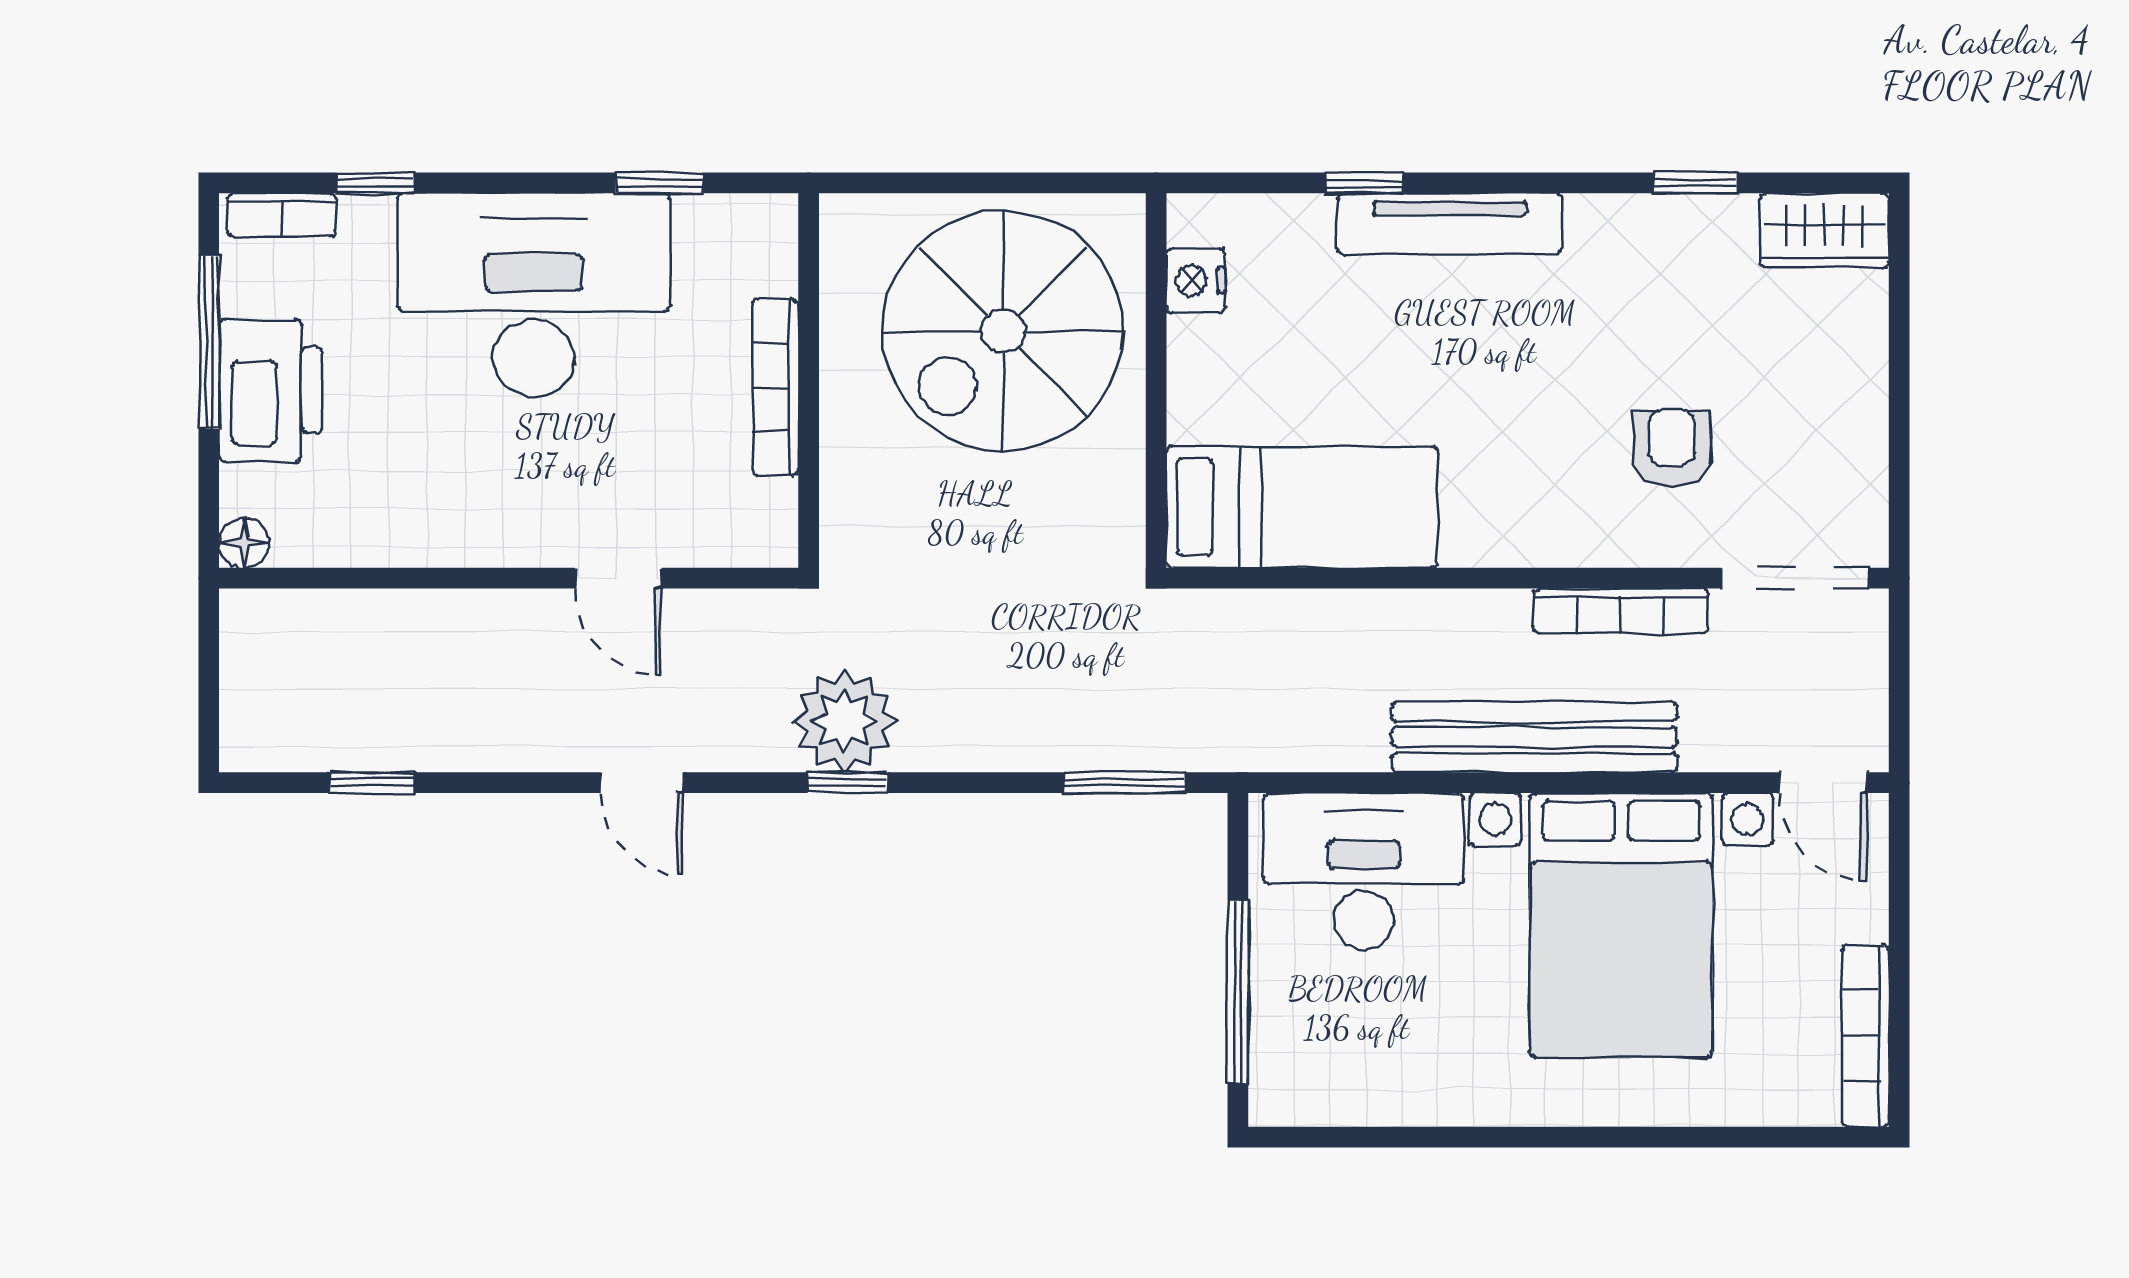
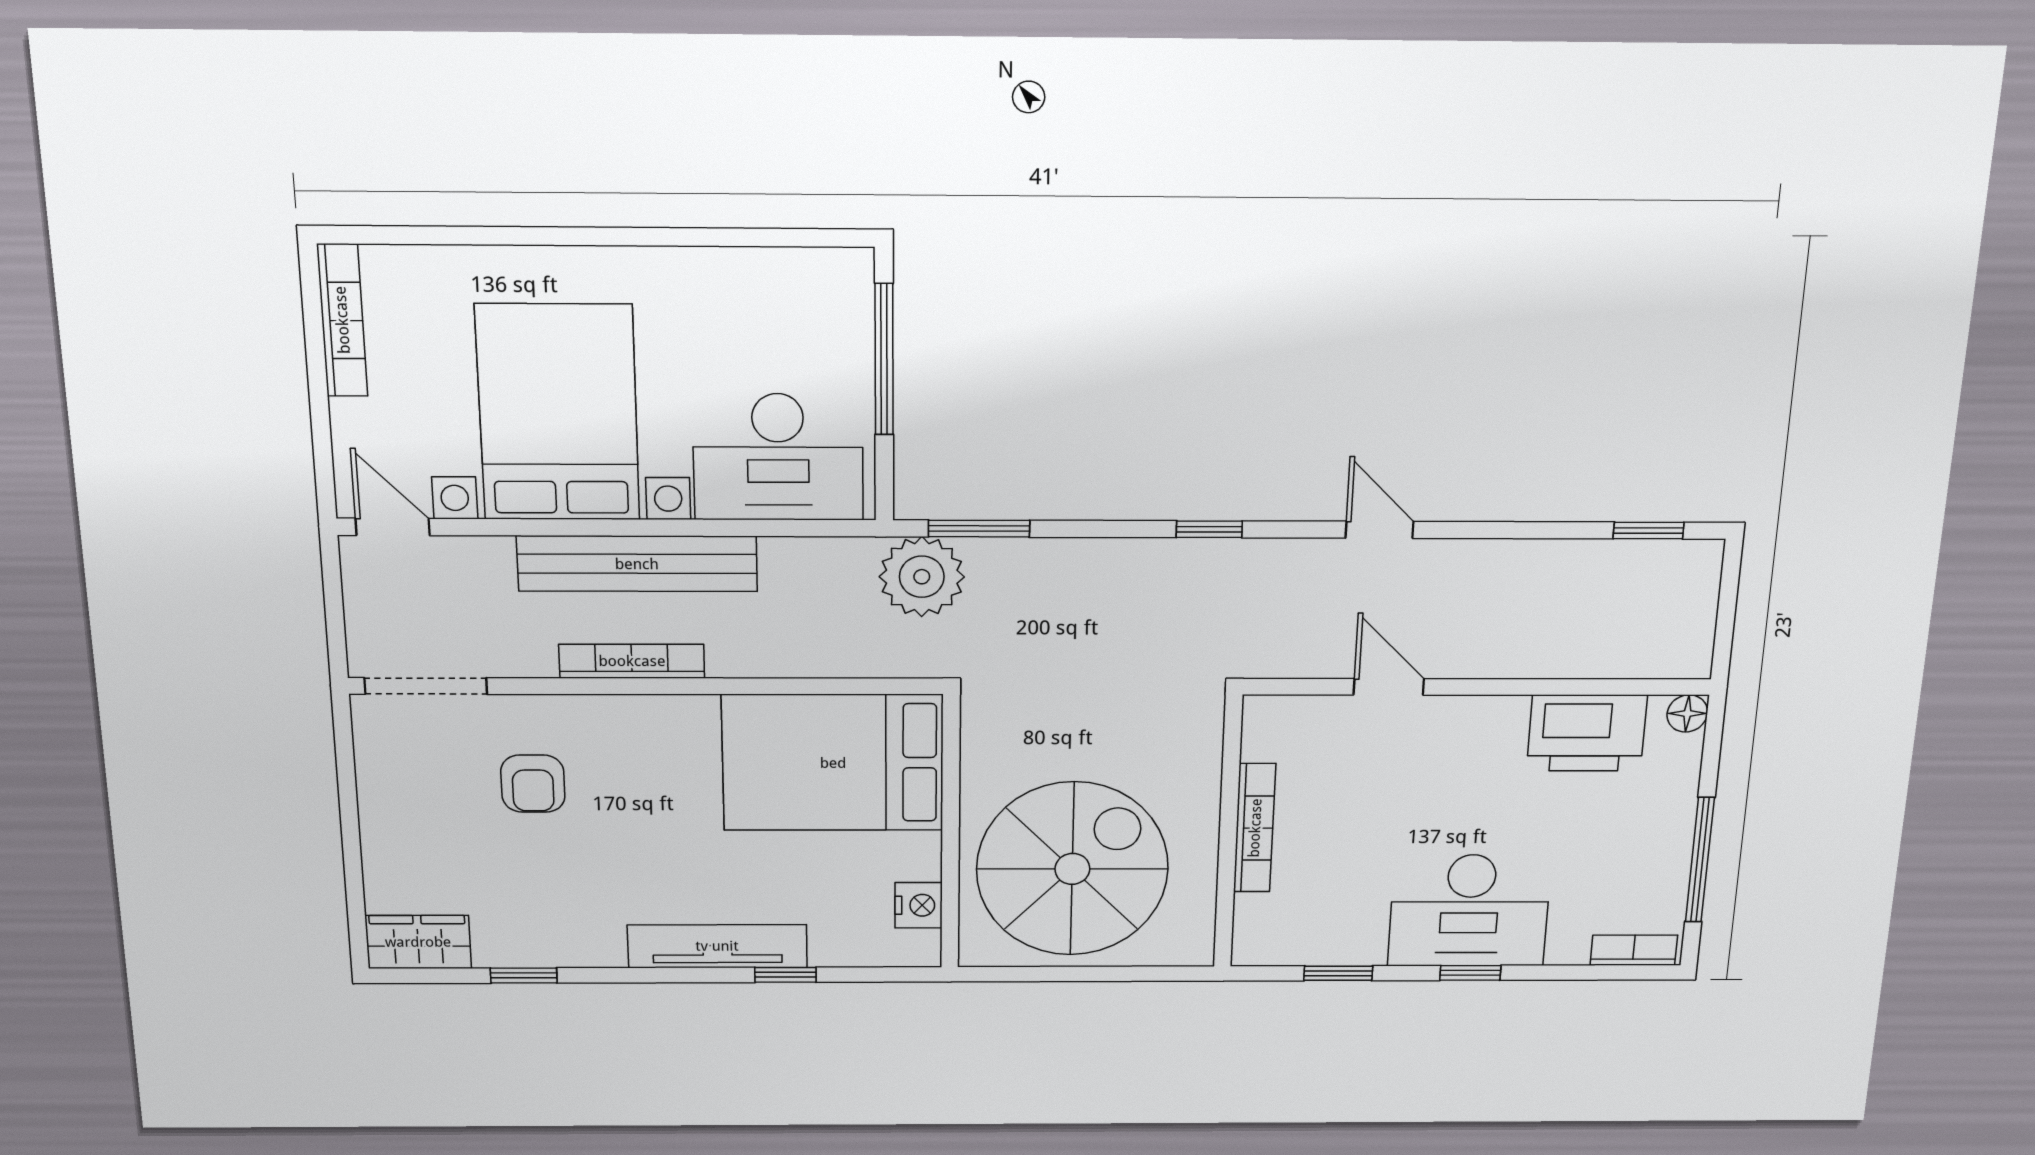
window: (375, 183) -> (1470, 973), moved
desk: (534, 295) -> (1469, 911), width x0.73, depth x0.77
printer: (270, 390) -> (1587, 733), moved, turned -90
bed: (1302, 507) -> (833, 763), width x1.50
bookcase: (1621, 611) -> (632, 661), moved
plant: (845, 721) -> (922, 577), moved
window: (372, 783) -> (1649, 530), moved

